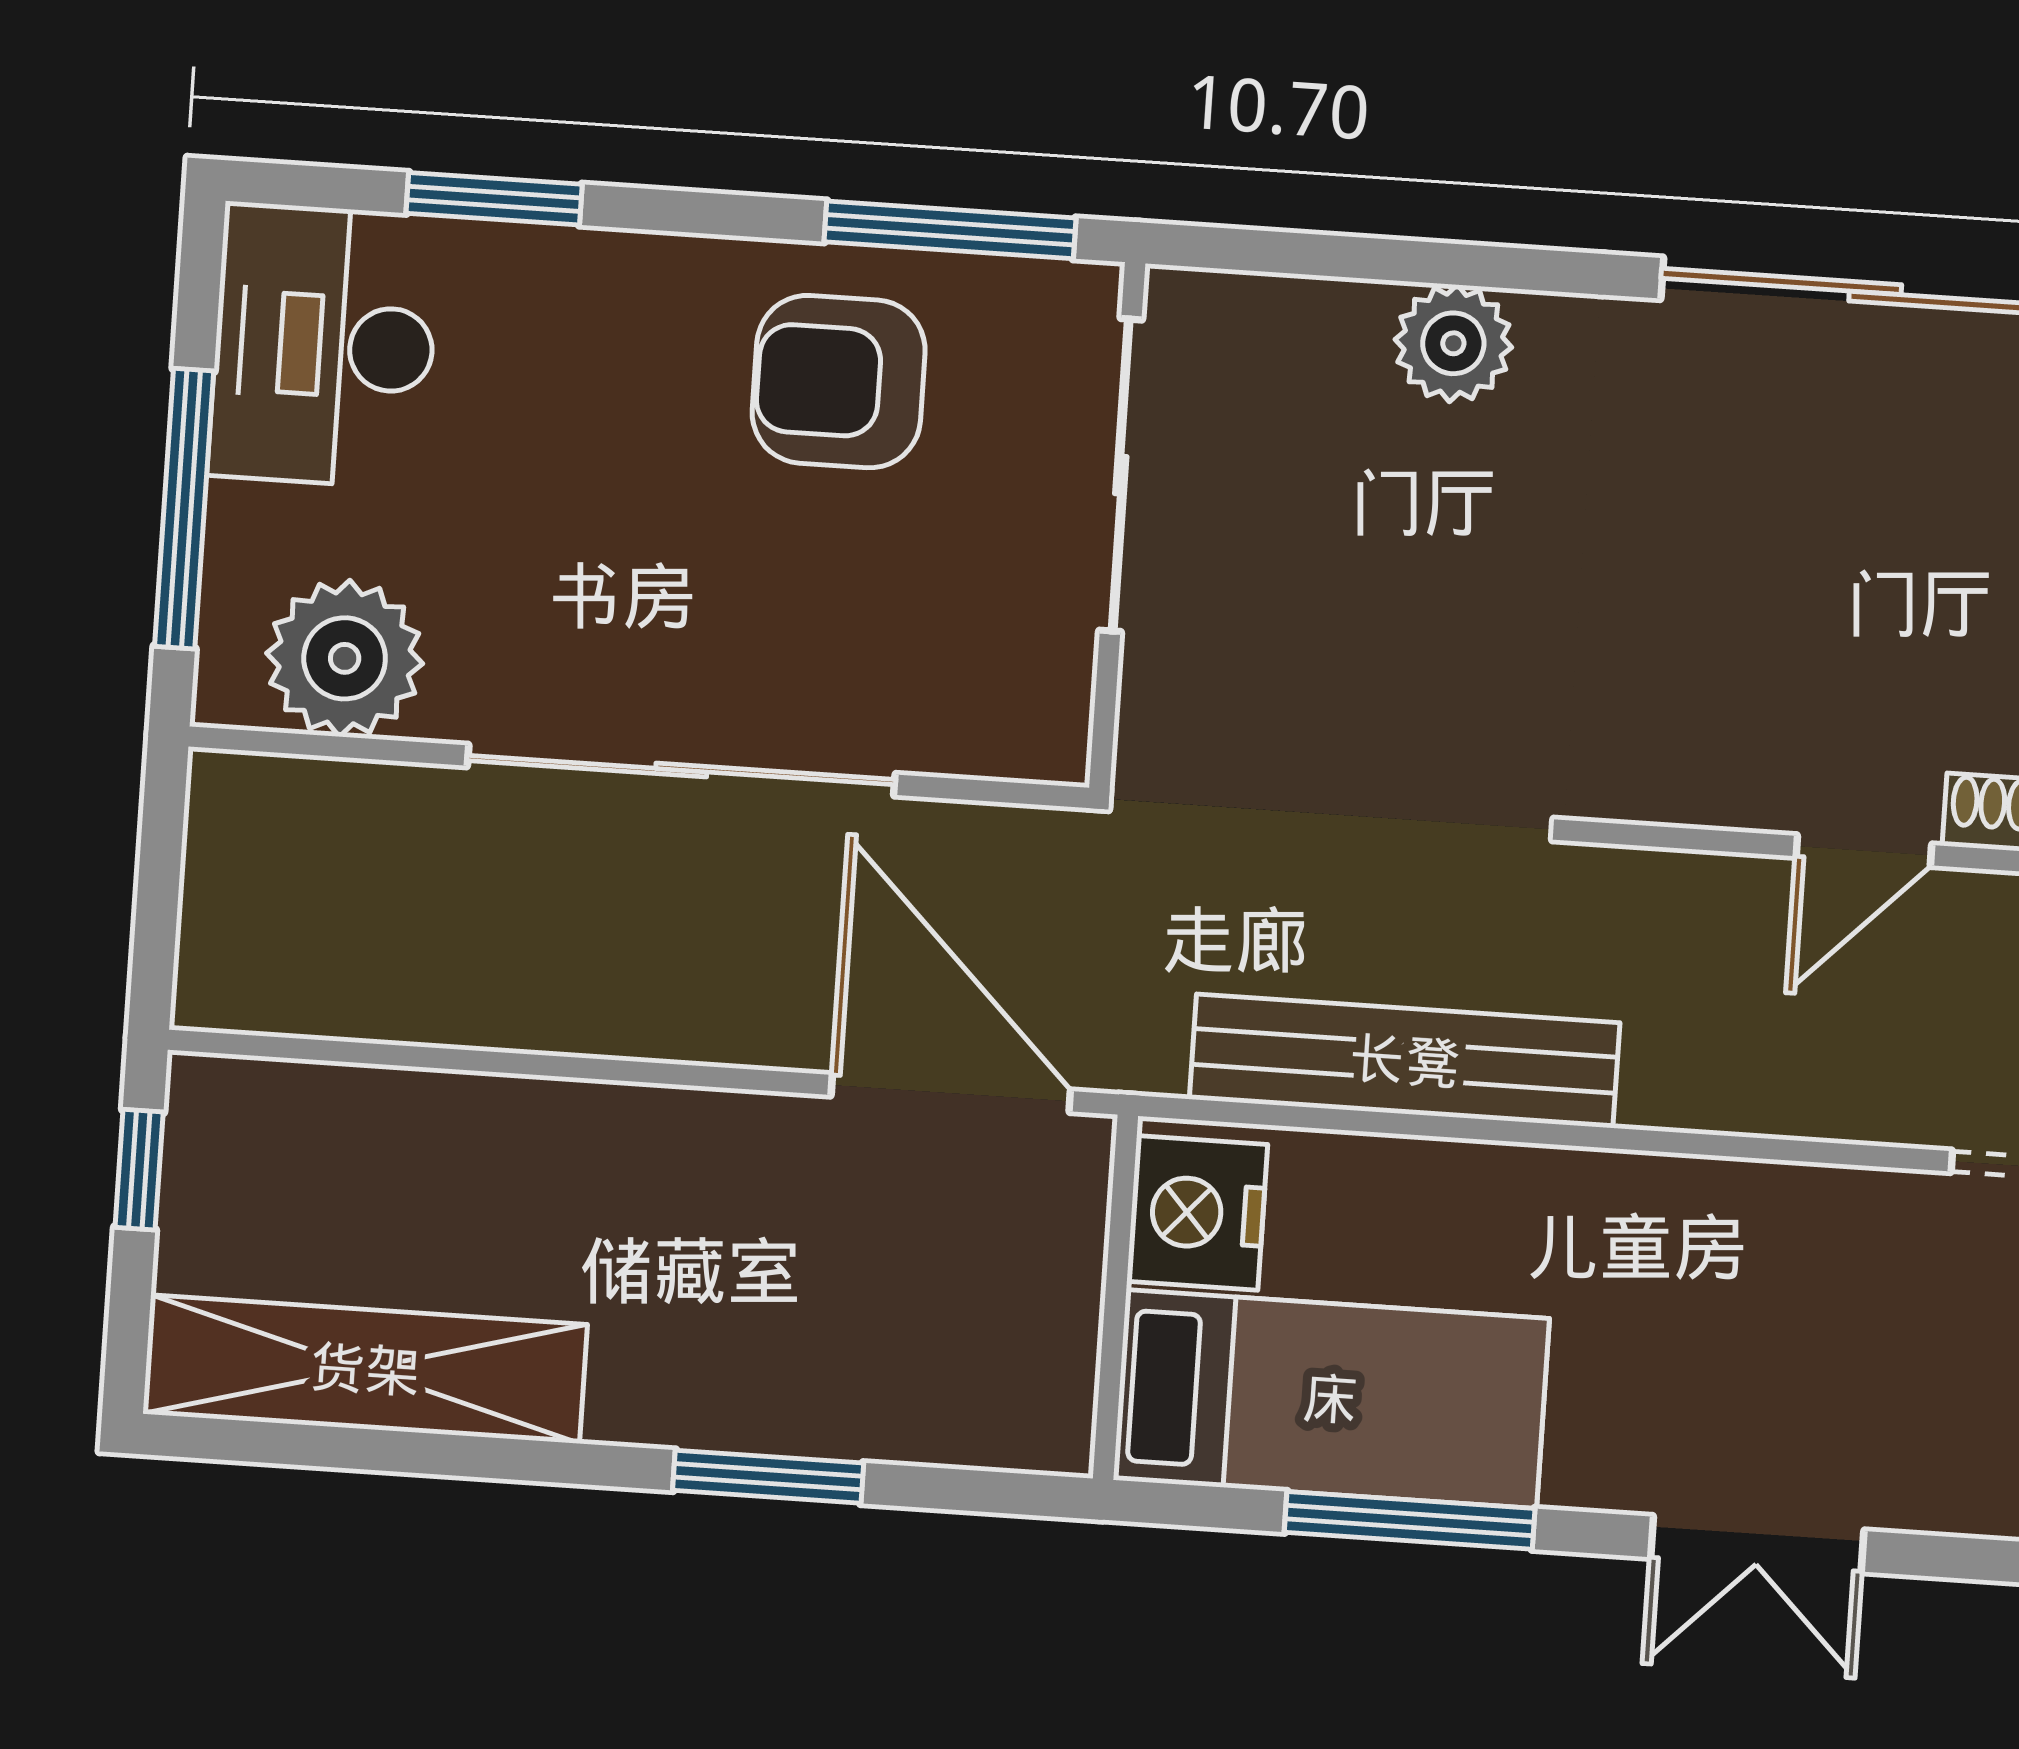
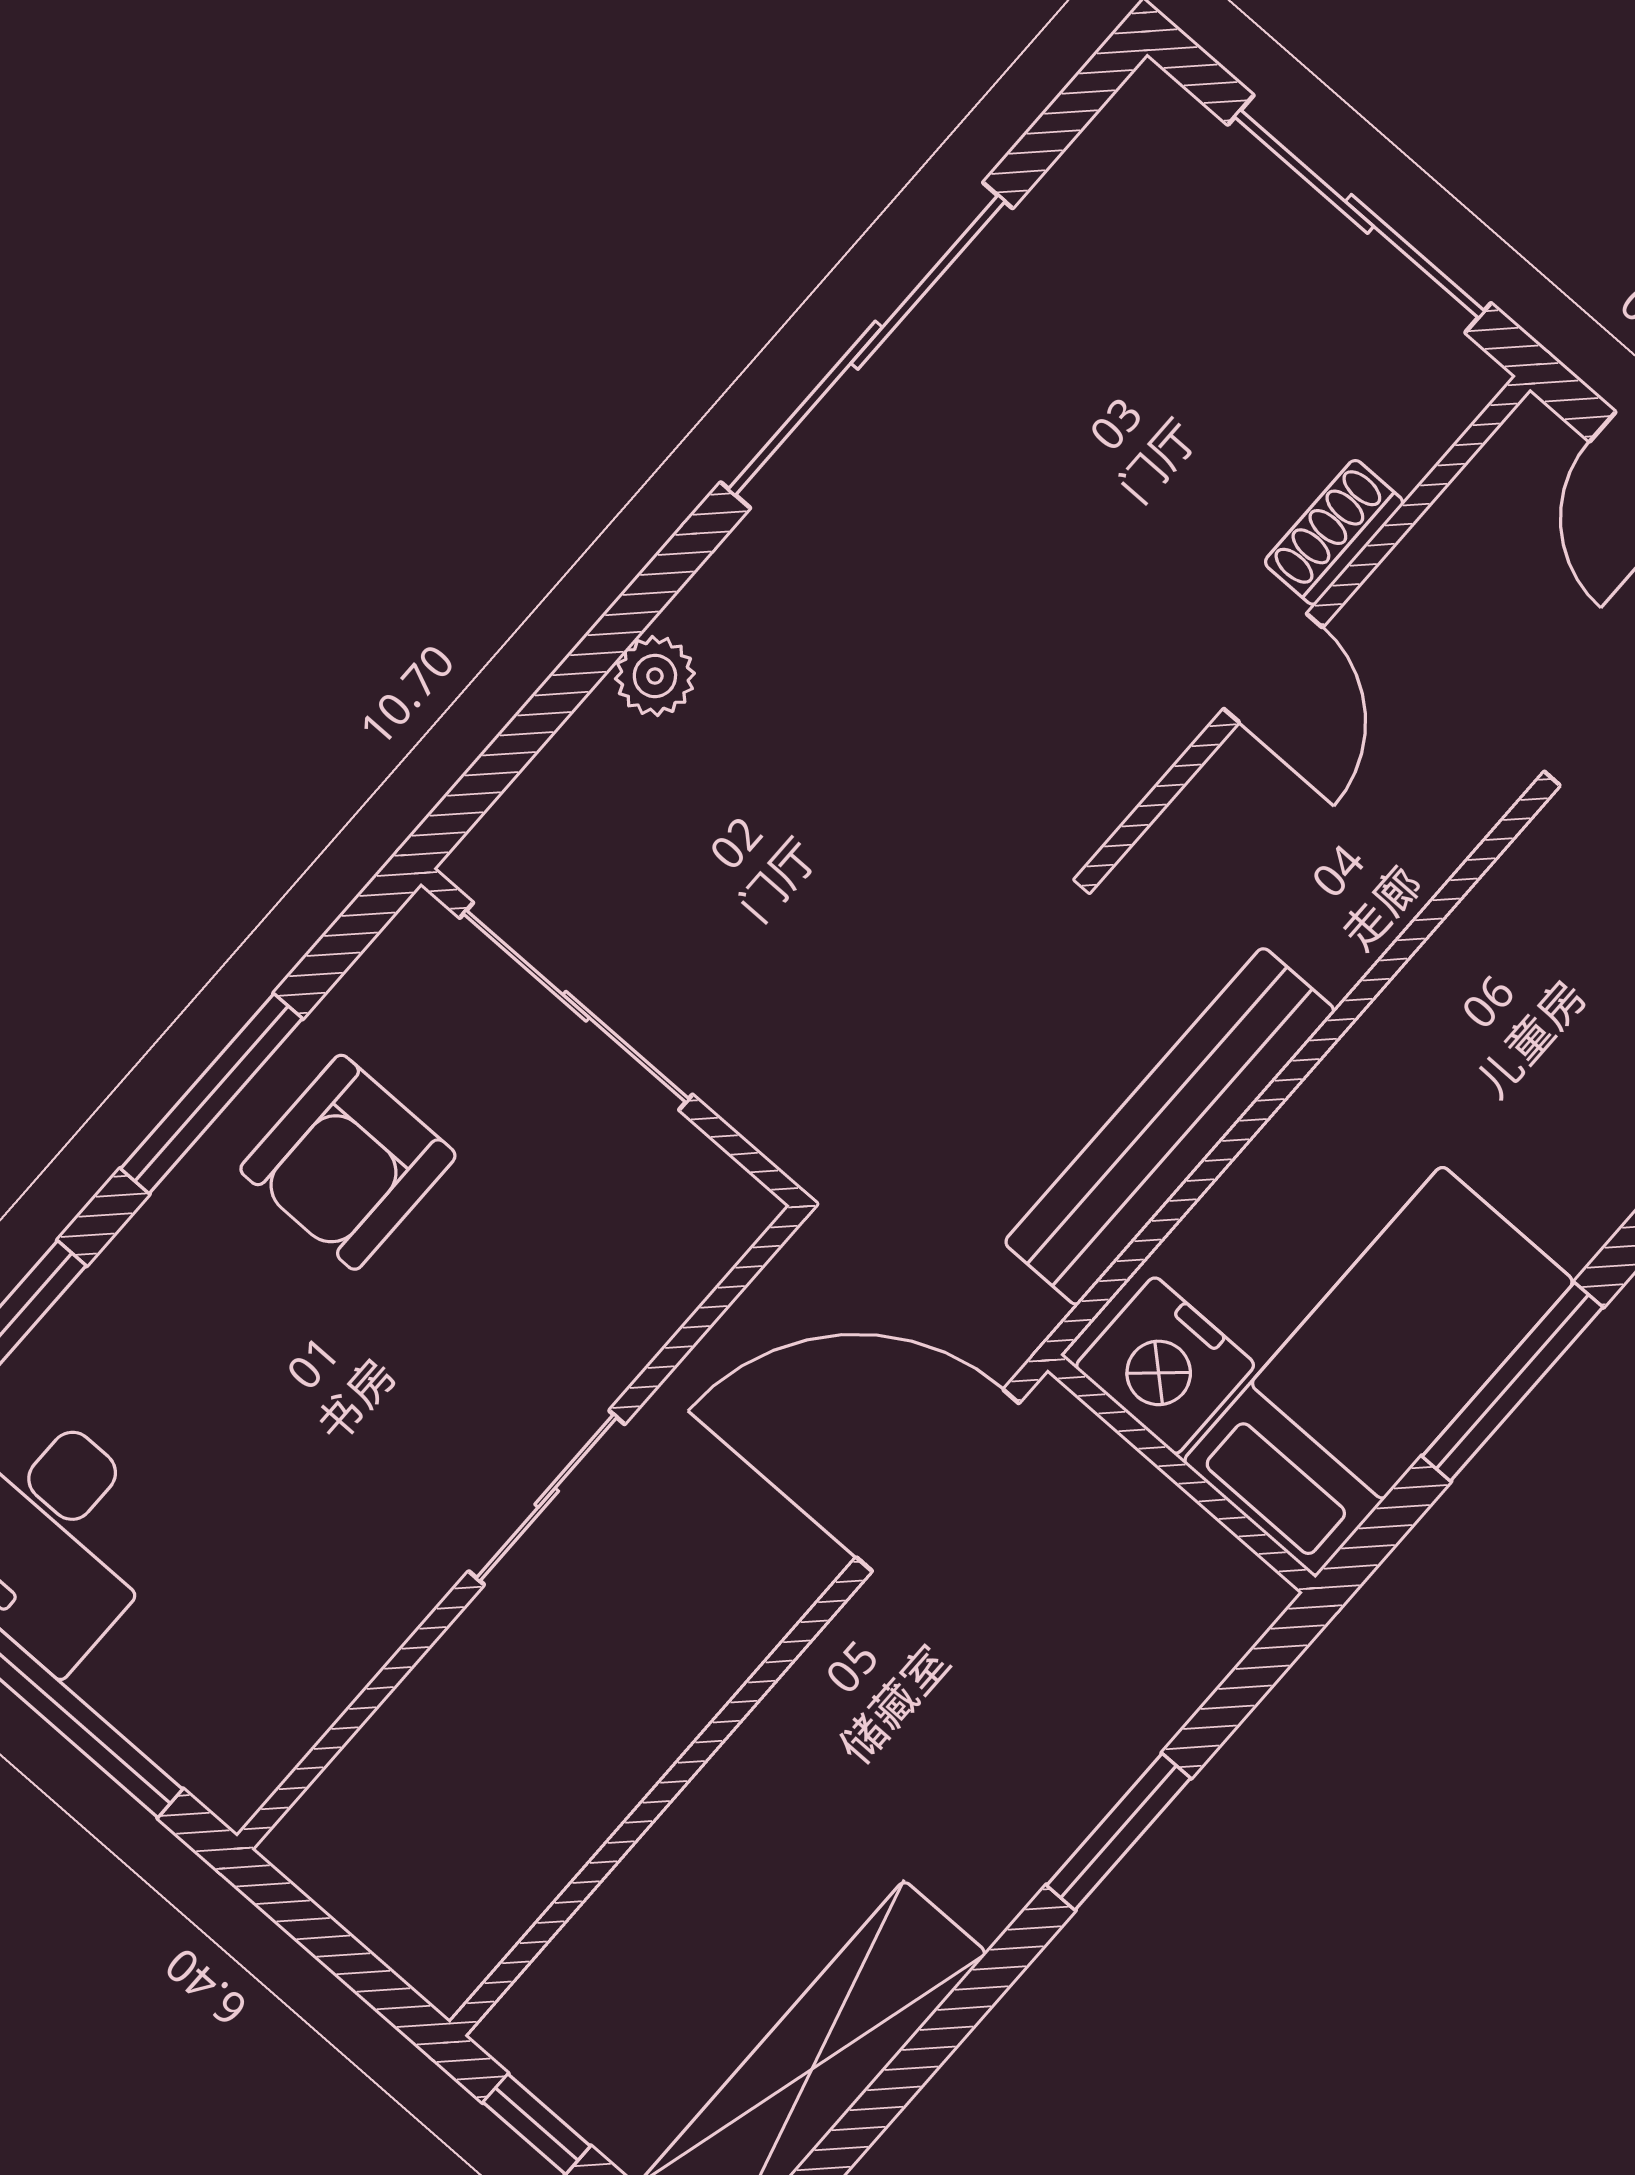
window: (950, 230) -> (211, 1094), moved
plant: (1453, 343) -> (655, 676), width x0.73, depth x0.73
plant: (345, 658) -> (274, 1684), removed
sliding door: (681, 770) -> (547, 1498), width x0.54

